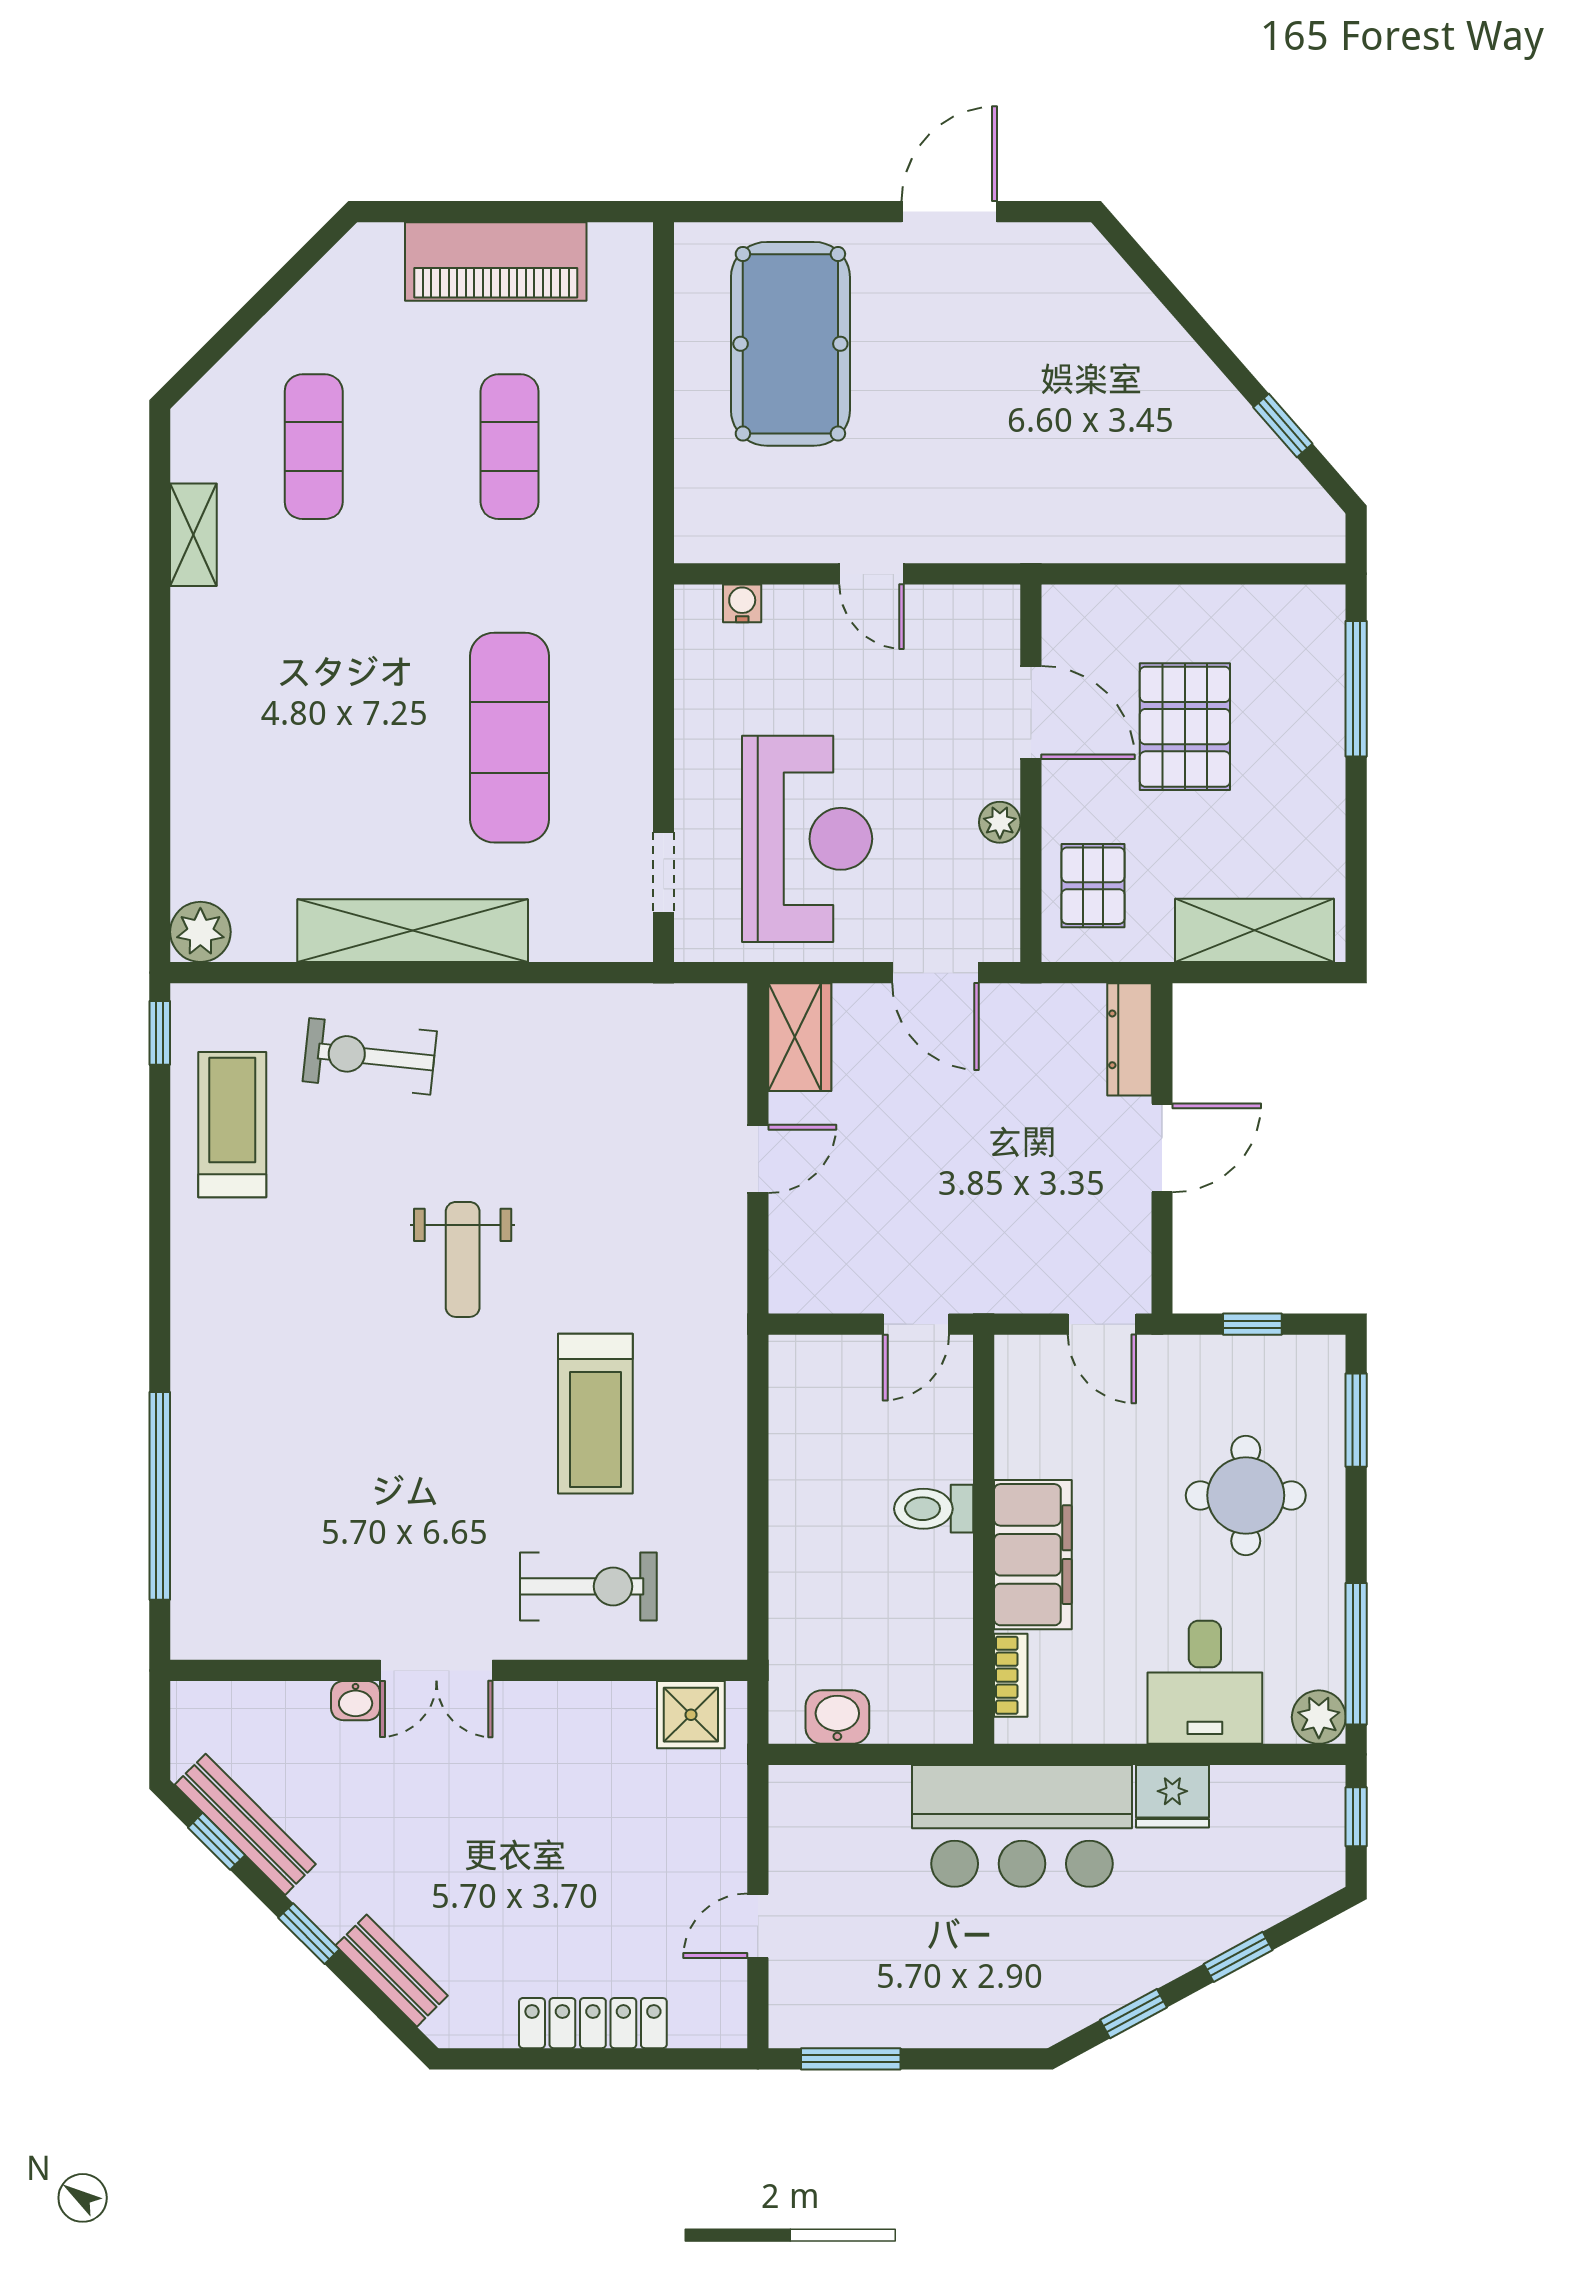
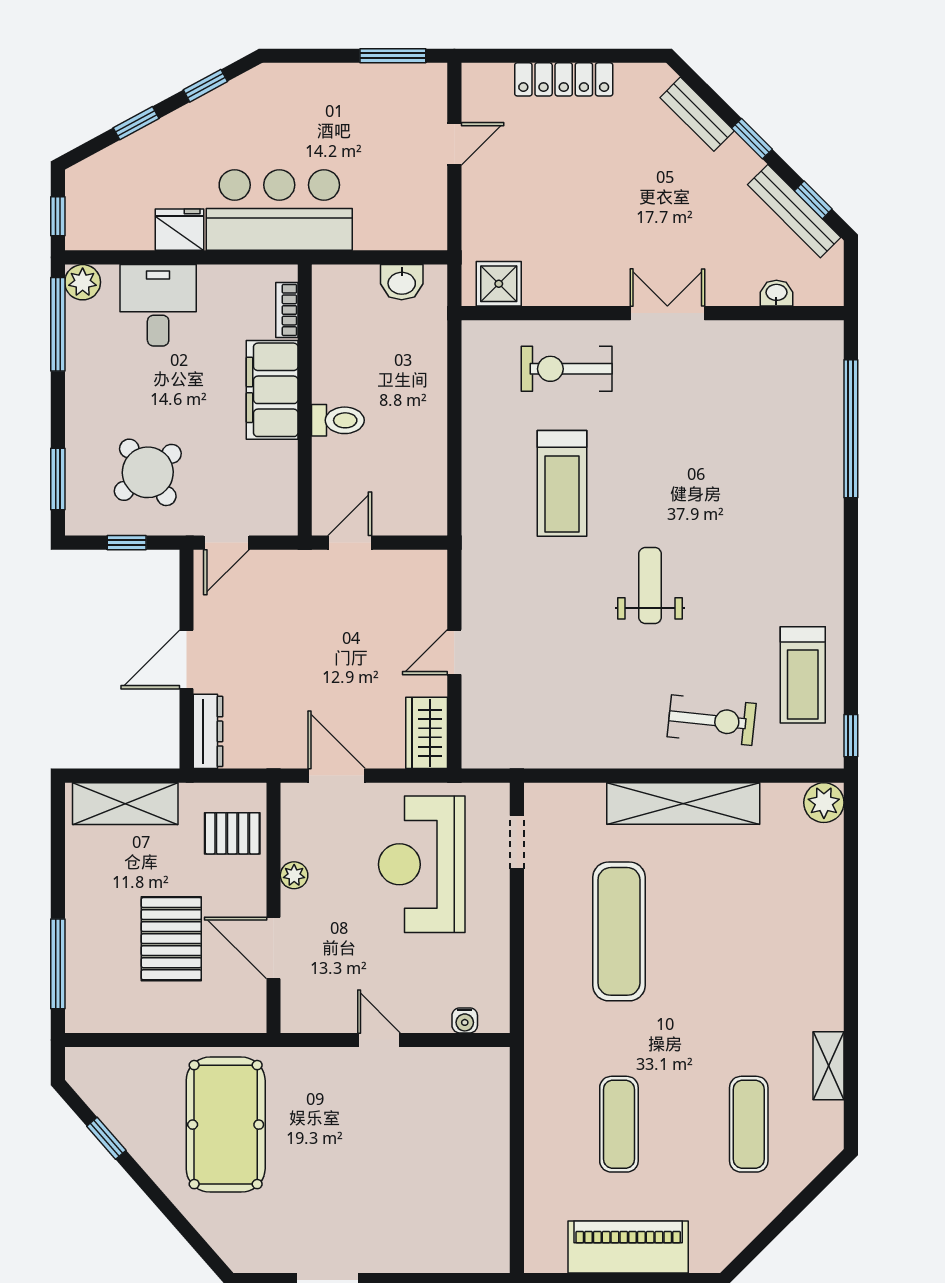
pool table: (790, 344) -> (226, 1125), moved
pallet: (1093, 886) -> (232, 833), turned 90
door: (1102, 1324) -> (226, 543), swing flipped
treadmill: (595, 1414) -> (562, 483), turned 180
round table: (1246, 1495) -> (148, 472), moved, turned -38
washbasin: (356, 1701) -> (776, 293), moved

